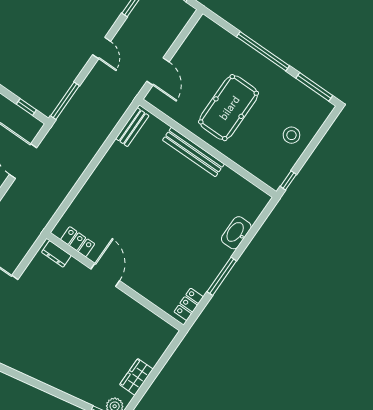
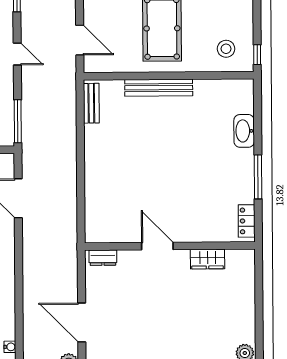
stool: (291, 135) -> (226, 49), moved
locker: (78, 242) -> (114, 234), removed
wardrobe: (136, 377) -> (208, 259), moved, turned -90

